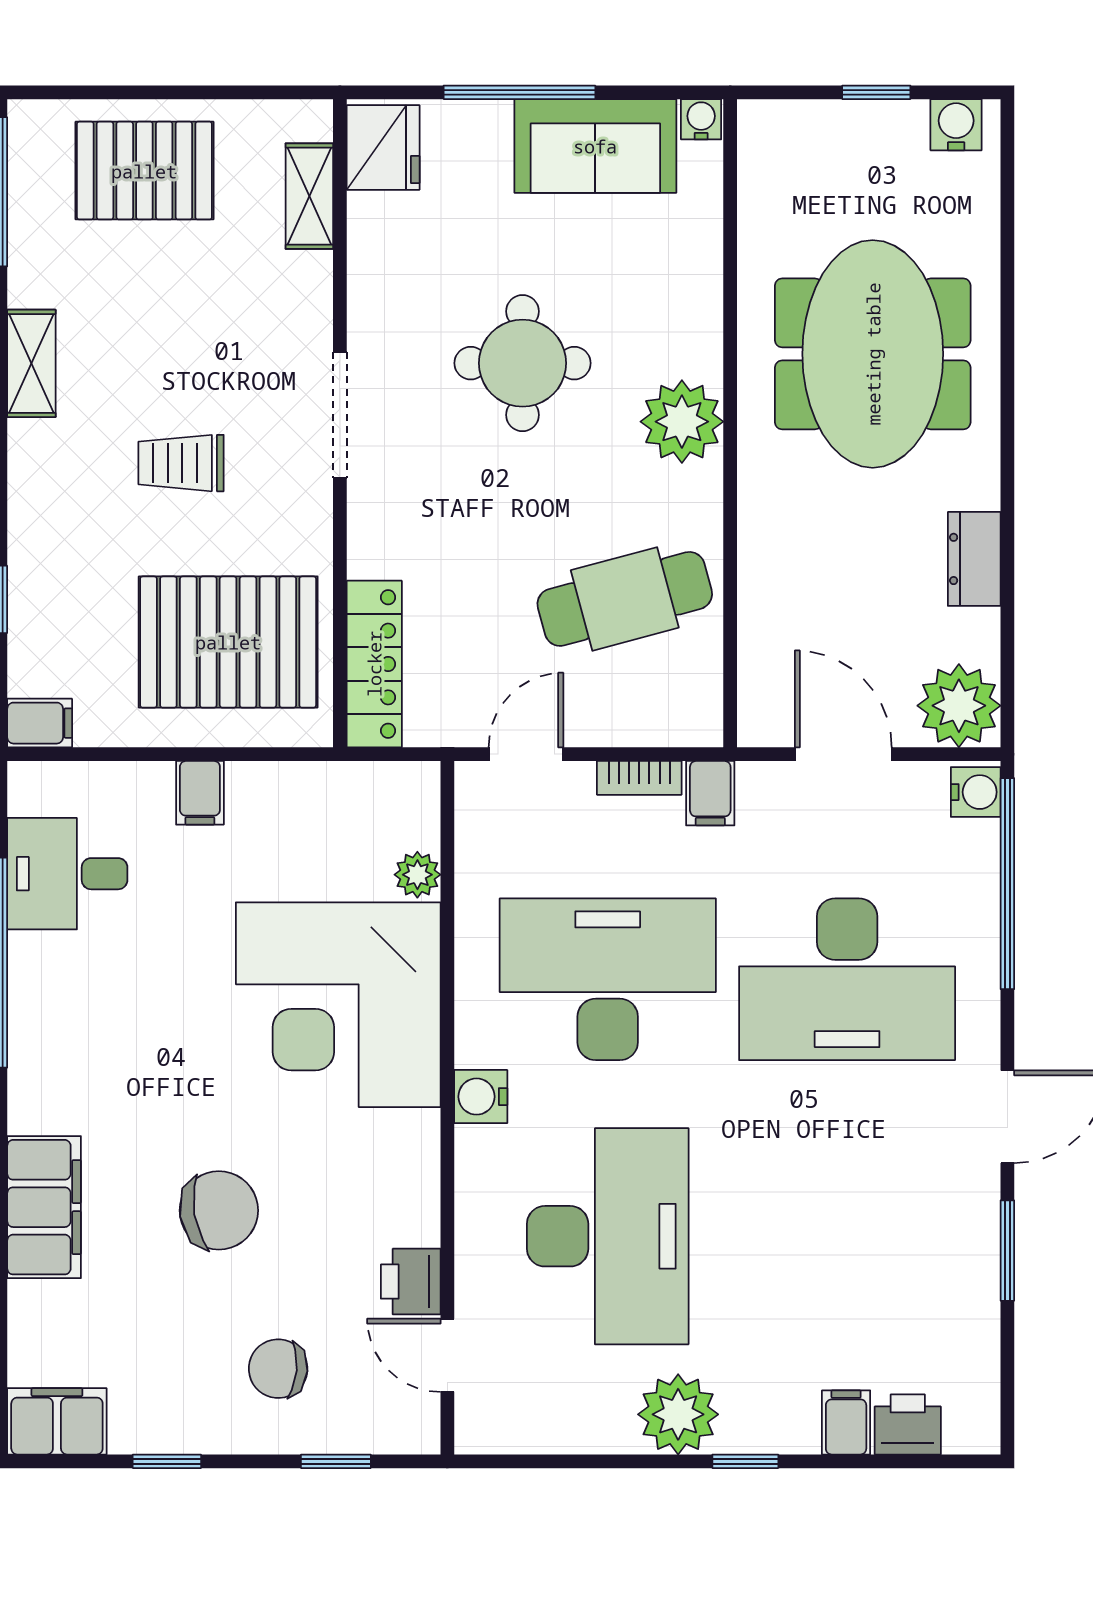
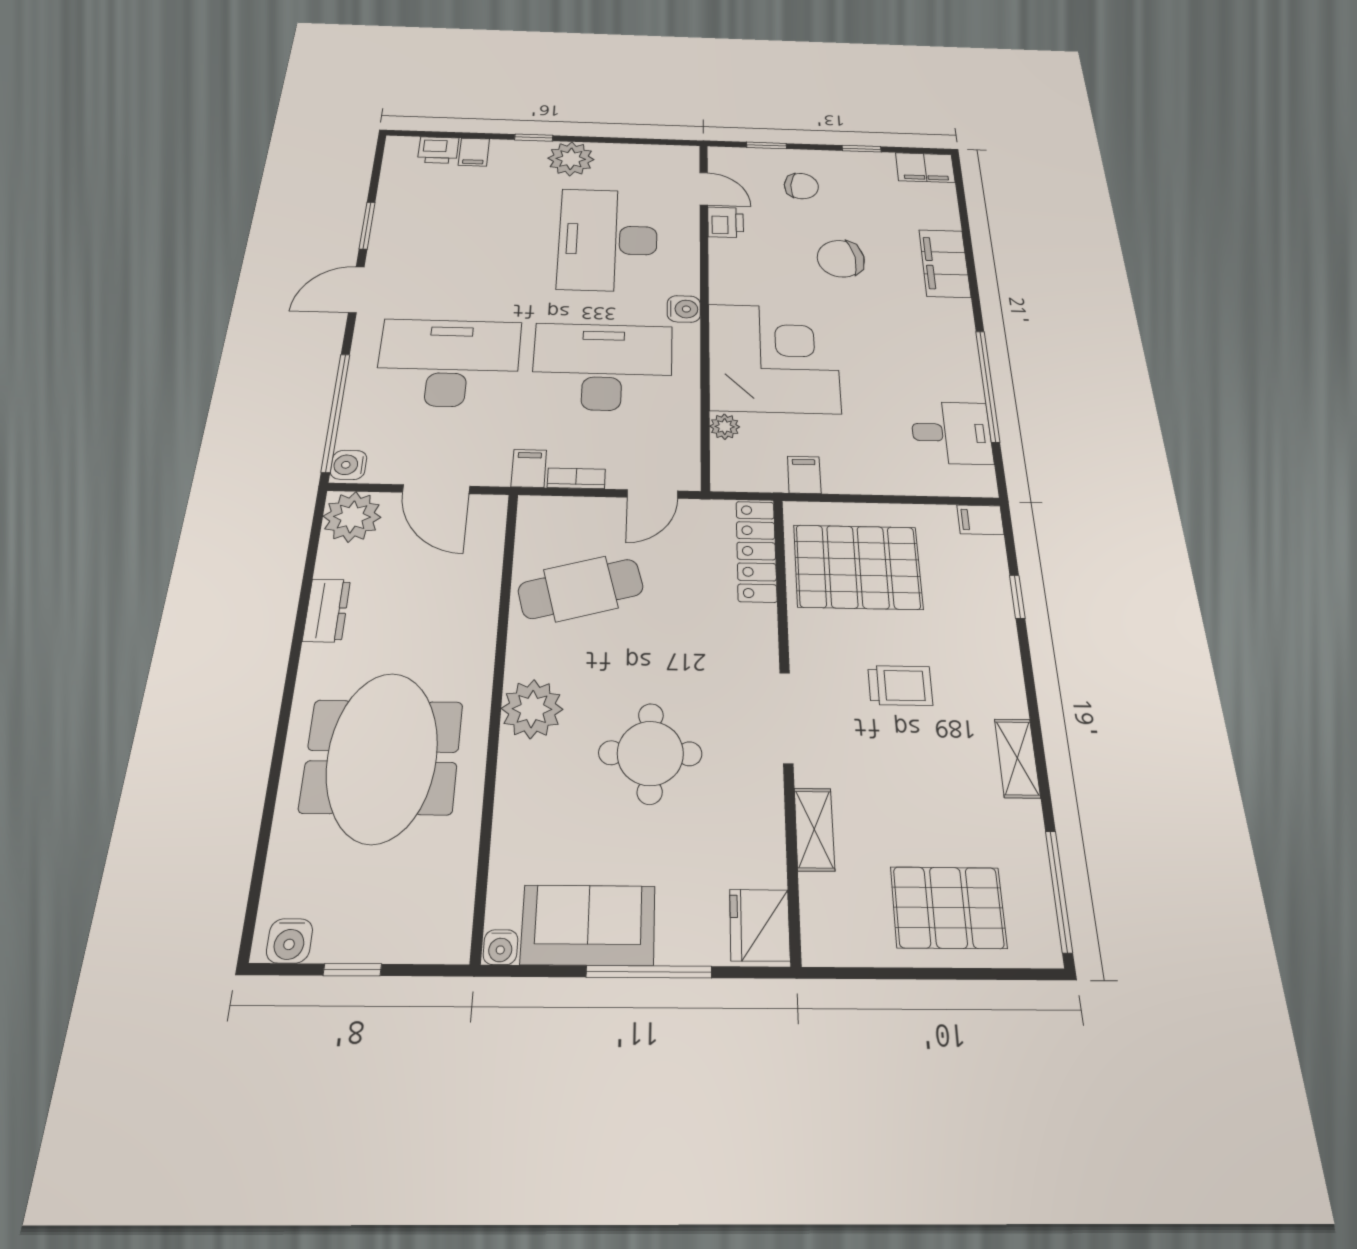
shelving: (309, 196) -> (814, 829), moved
filing cabinet: (200, 793) -> (804, 475), moved
desk: (608, 979) -> (602, 367), turned 180

